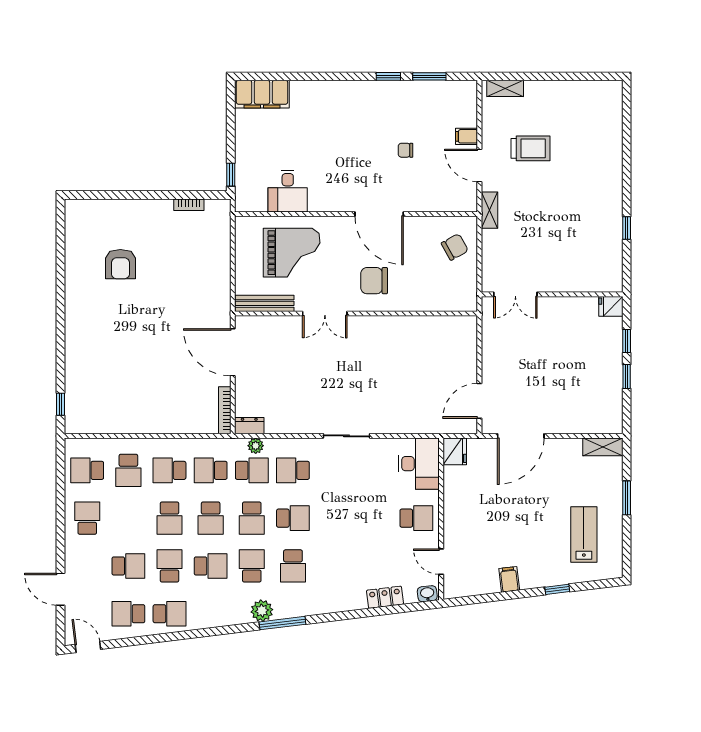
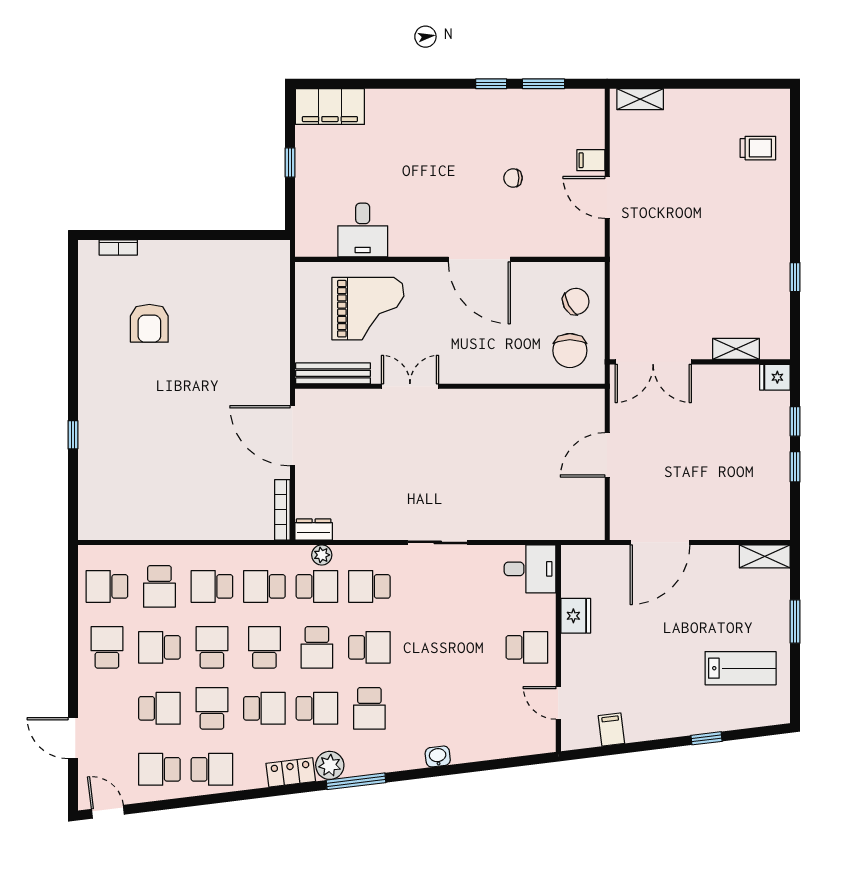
trolley: (530, 148) -> (758, 148), moved, width x0.73, depth x0.72
window: (231, 175) -> (290, 163), moved
bookcase: (189, 205) -> (118, 248), moved
shelving: (489, 210) -> (736, 349), moved, turned 90
chair: (374, 281) -> (570, 351), moved, turned -90
double door: (515, 294) -> (653, 362), width x1.37
double door: (325, 314) -> (410, 386), swing flipped
door: (479, 401) -> (607, 455), moved
window: (61, 404) -> (73, 435), moved
fridge: (455, 451) -> (576, 616), moved
desk: (419, 464) -> (530, 569), width x0.73
school desk: (128, 518) -> (159, 647), added
school desk: (170, 518) -> (212, 647), turned 180
school desk: (211, 518) -> (264, 647), turned 180
lab bench: (584, 534) -> (741, 668), turned 90
school desk: (252, 566) -> (317, 708), turned 90
filing cabinet: (509, 579) -> (611, 730), moved
washbasin: (427, 594) -> (438, 756), moved
locker: (385, 597) -> (291, 772), moved

